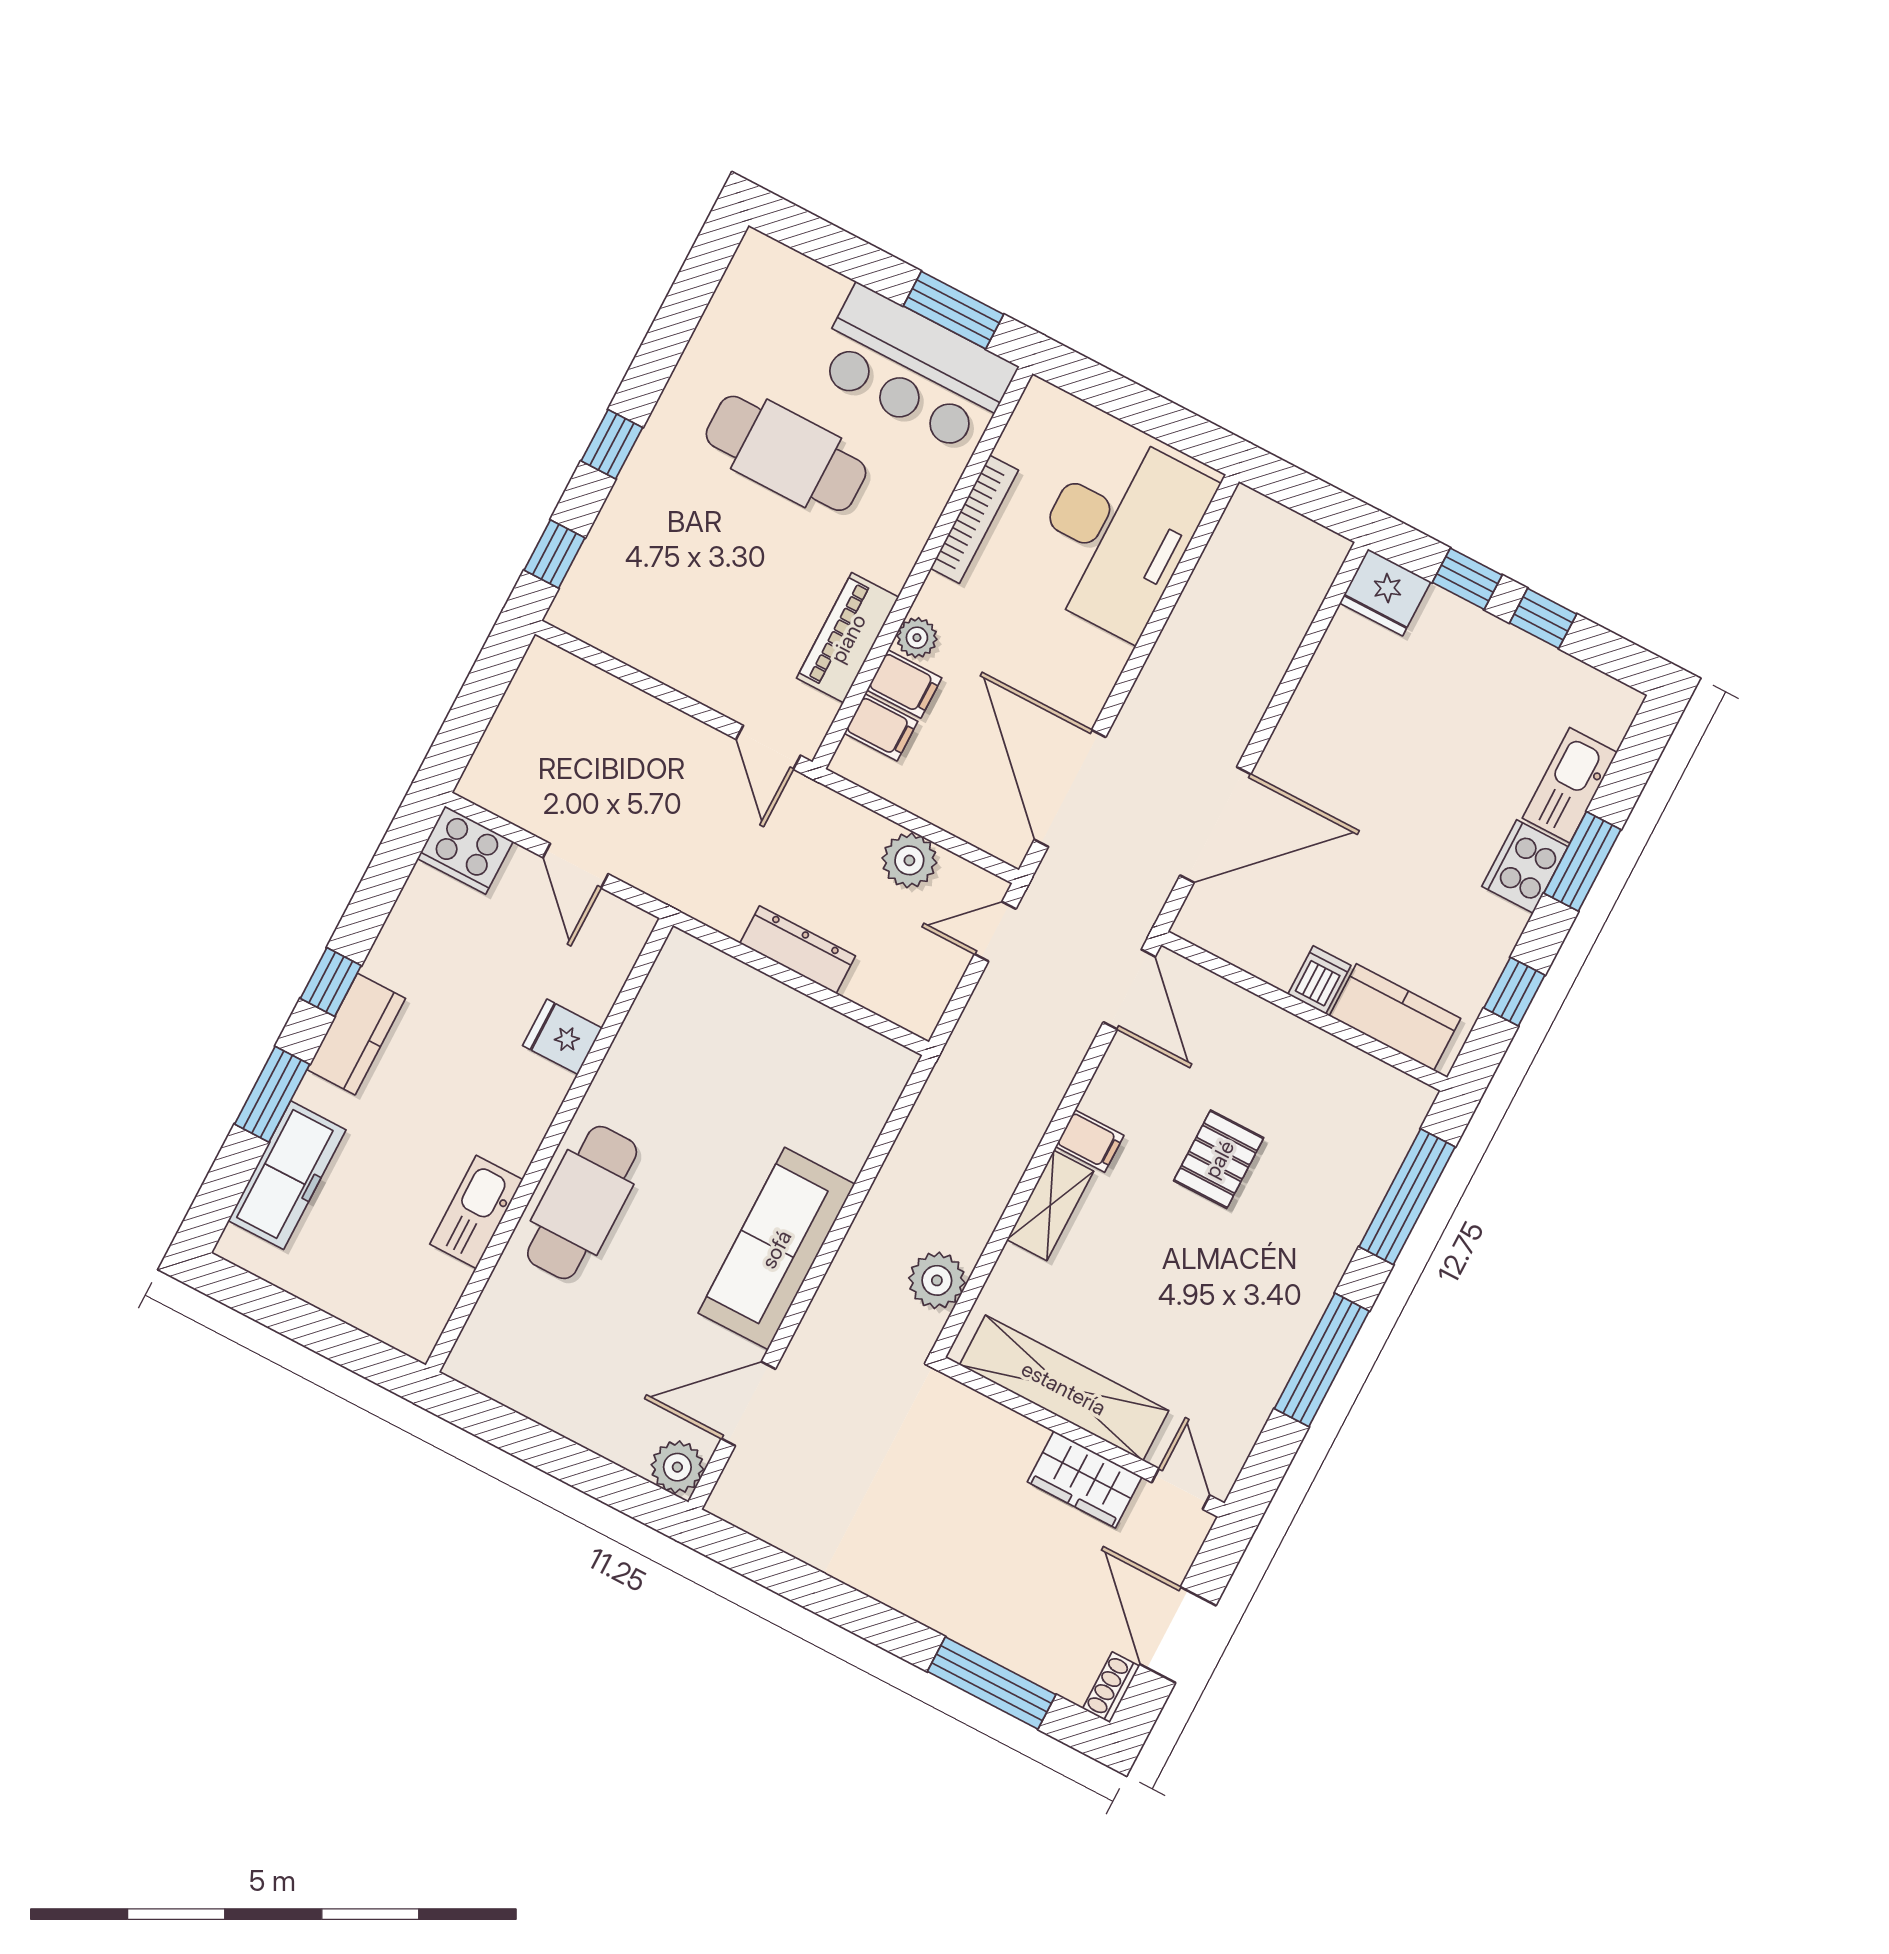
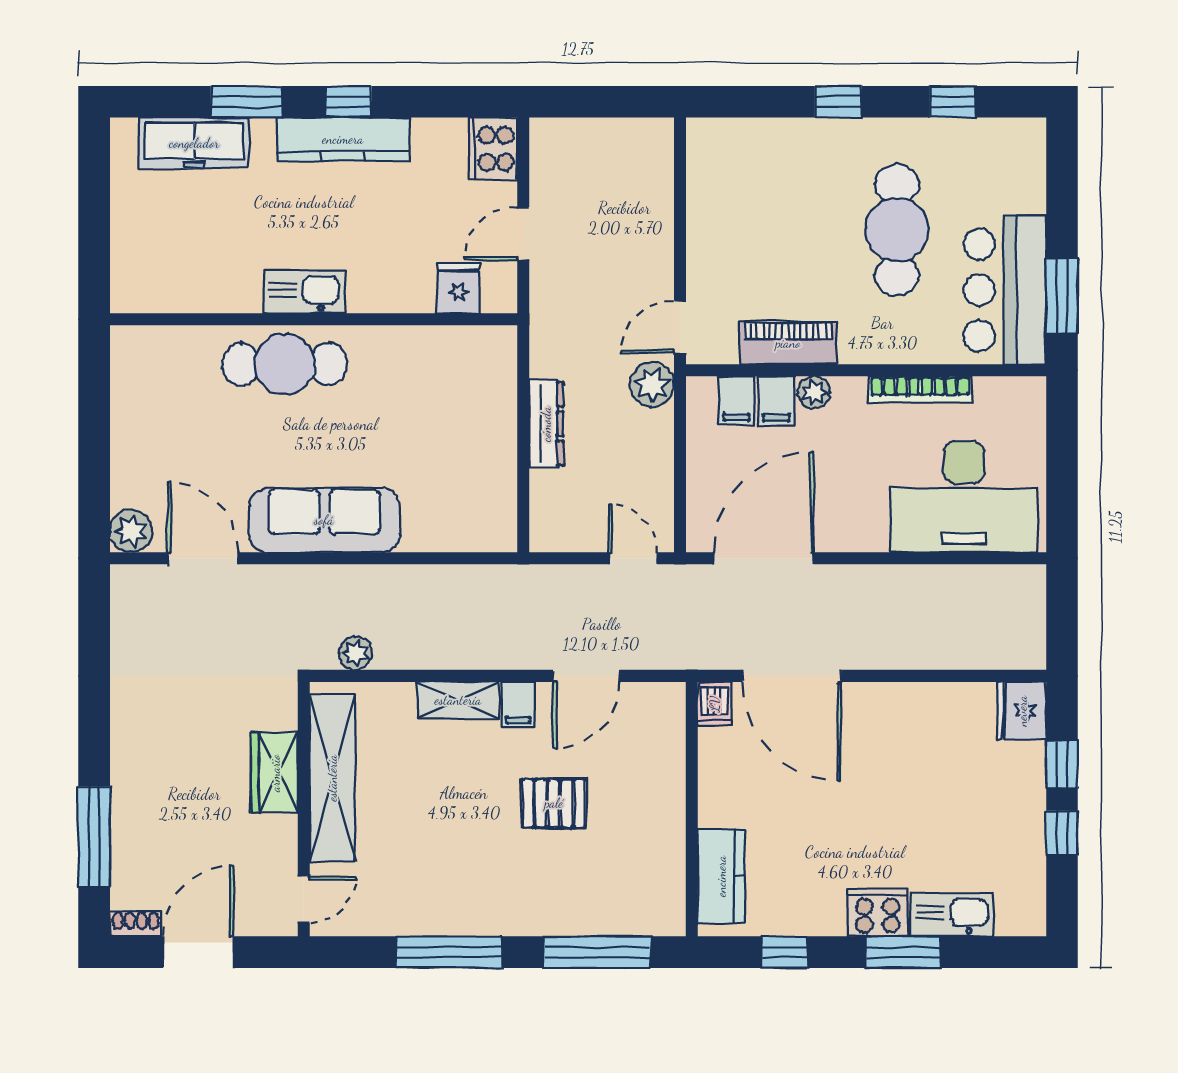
window: (554, 554) -> (953, 102), moved
plant: (909, 860) -> (652, 385), moved
dishwasher: (1319, 980) -> (715, 704), moved, turned 90
door: (1129, 989) -> (586, 676), moved
kitchen counter: (356, 1034) -> (343, 139), width x1.50
fridge: (562, 1037) -> (458, 288), moved
kitchen sink: (476, 1212) -> (304, 292), moved
plant: (937, 1280) -> (355, 653), width x0.73, depth x0.73
wardrobe: (1085, 1479) -> (275, 773), moved

